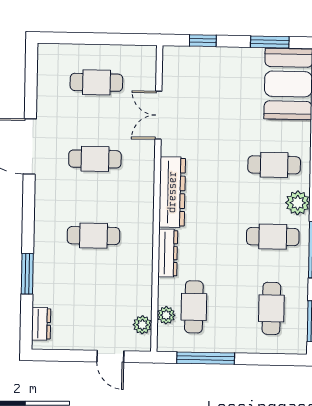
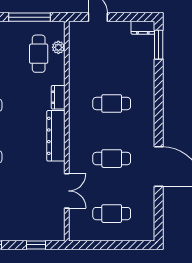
dresser: (168, 253) -> (58, 97), width x0.70
window: (27, 274) -> (159, 45), moved
dresser: (41, 324) -> (143, 28), moved, turned -90
plant: (142, 325) -> (75, 40), removed

